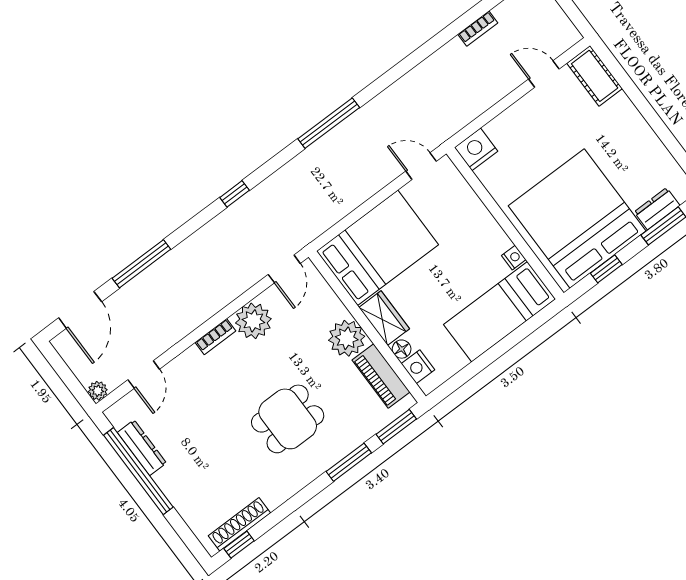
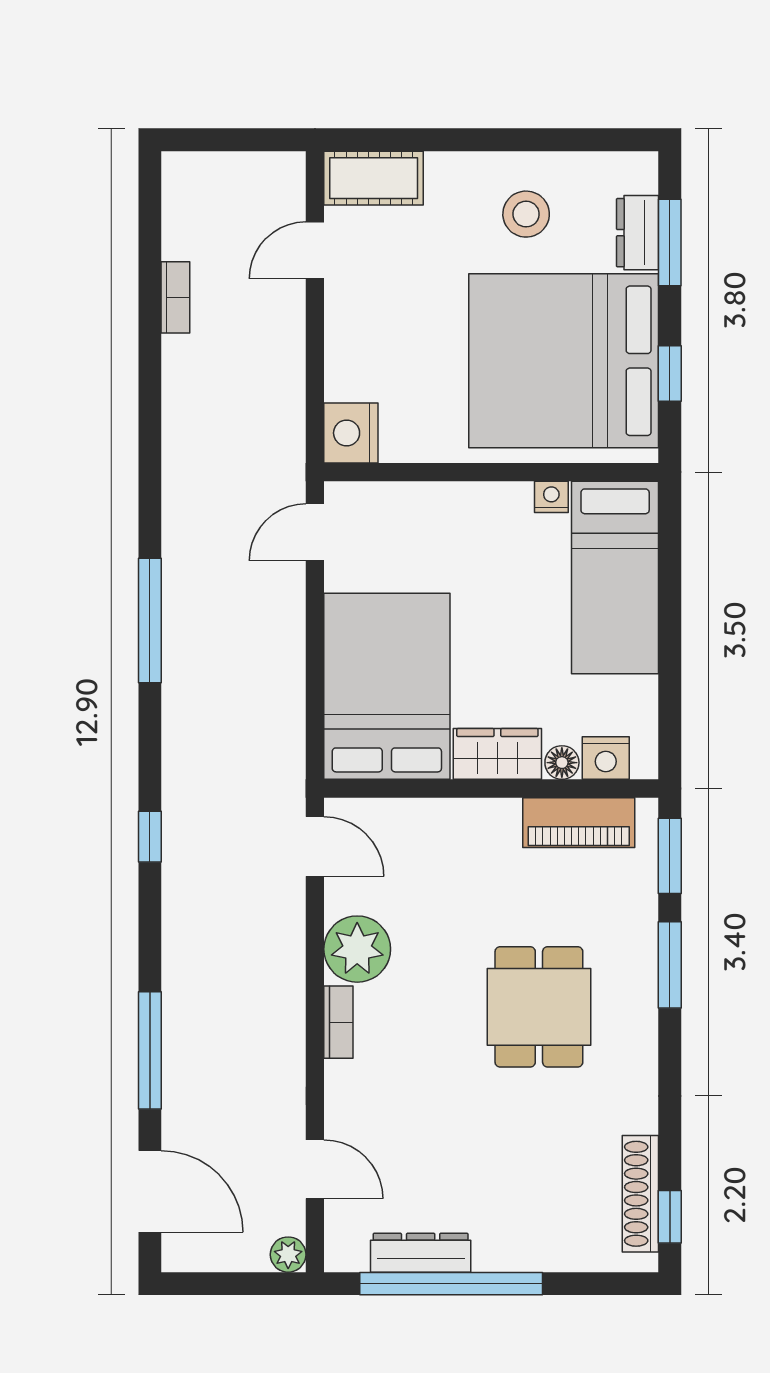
stool: (629, 154) -> (526, 214), added
plant: (347, 338) -> (486, 831), removed

